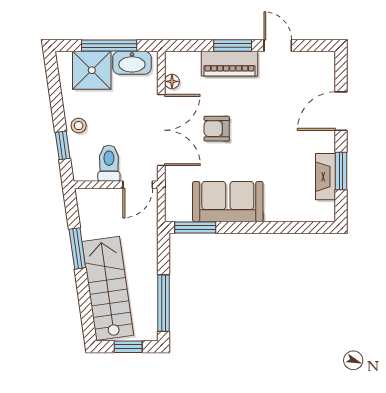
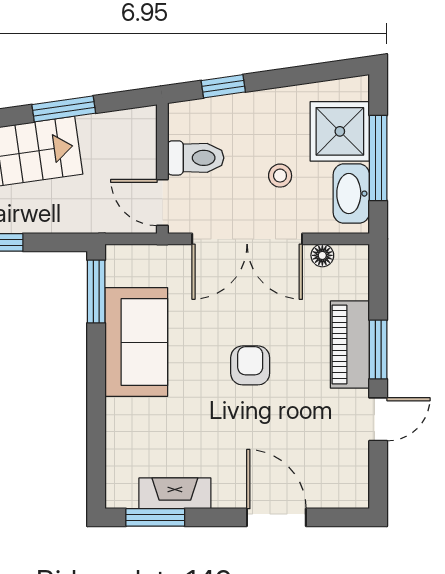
stool: (79, 126) -> (280, 176), moved
armchair: (217, 129) -> (250, 365), moved
window: (341, 171) -> (155, 517), moved

